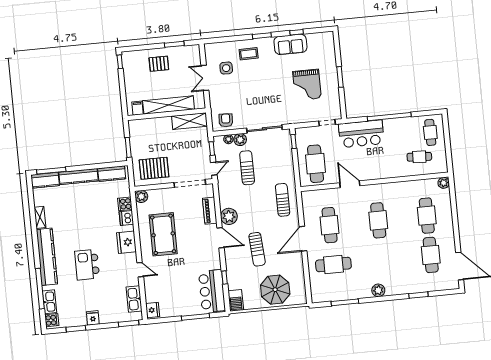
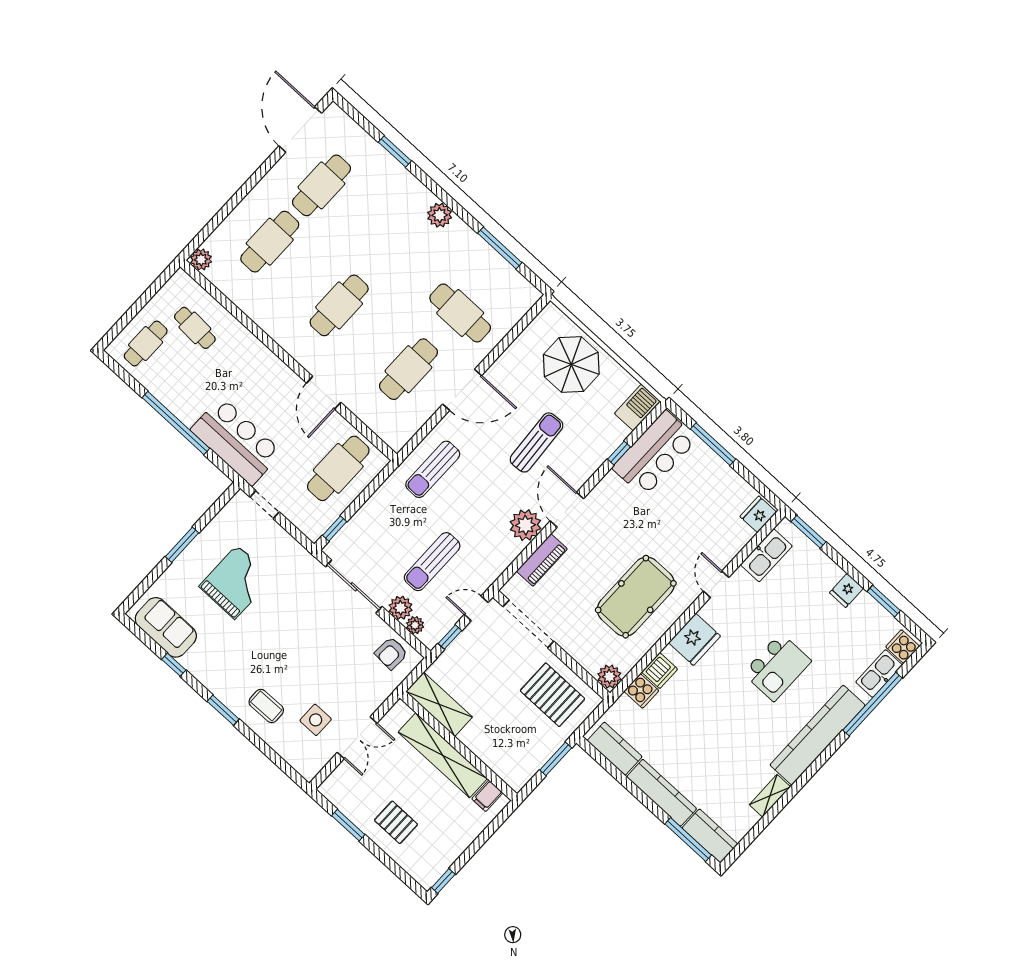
sofa: (290, 44) -> (166, 627), moved

